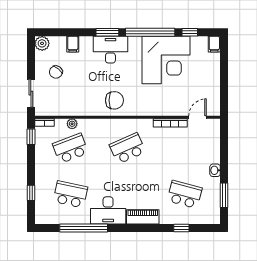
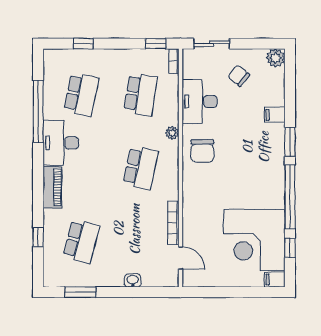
filing cabinet: (73, 44) -> (275, 115), moved
desk: (110, 50) -> (200, 101), moved, turned 180
corner desk: (166, 60) -> (254, 240), moved
plant: (72, 124) -> (172, 133), moved
school desk: (70, 148) -> (141, 94), turned 30
school desk: (127, 148) -> (141, 168), turned 36
washbasin: (215, 170) -> (133, 280), moved

